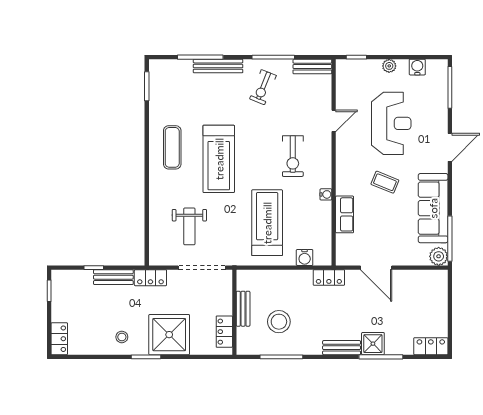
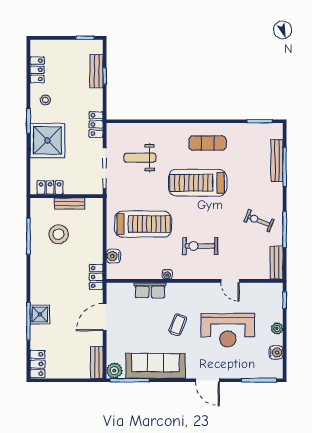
bench: (218, 66) -> (277, 161), moved
bench: (113, 277) -> (97, 71), moved
locker: (59, 339) -> (37, 70), moved, turned -90
bench: (342, 348) -> (97, 362), moved

